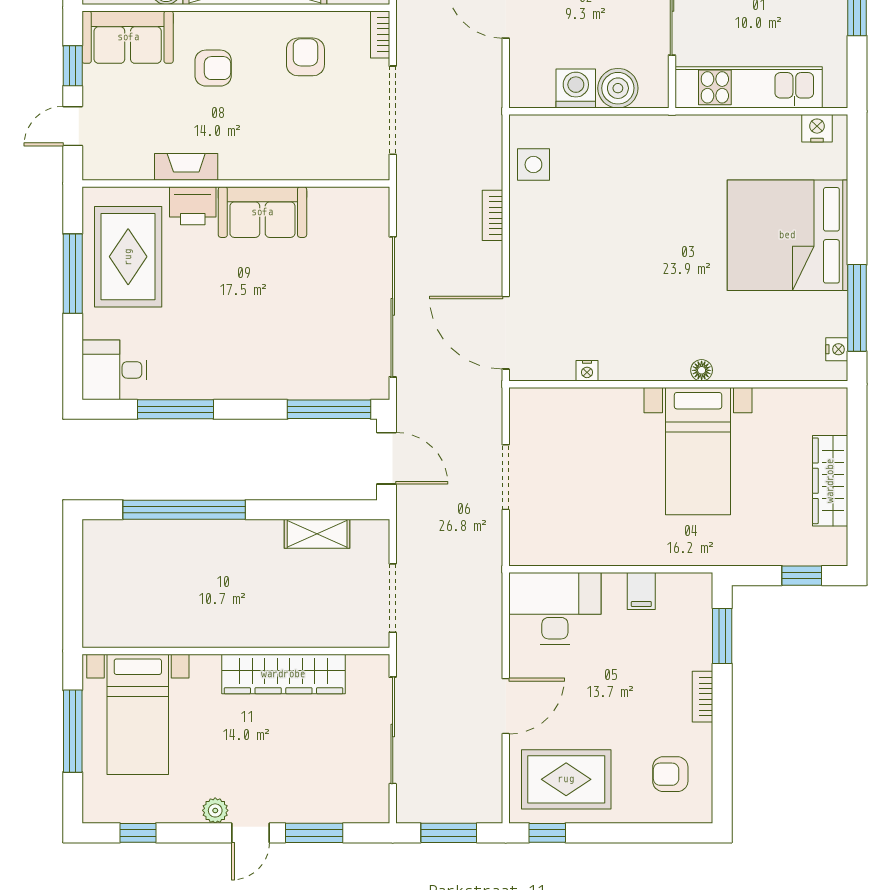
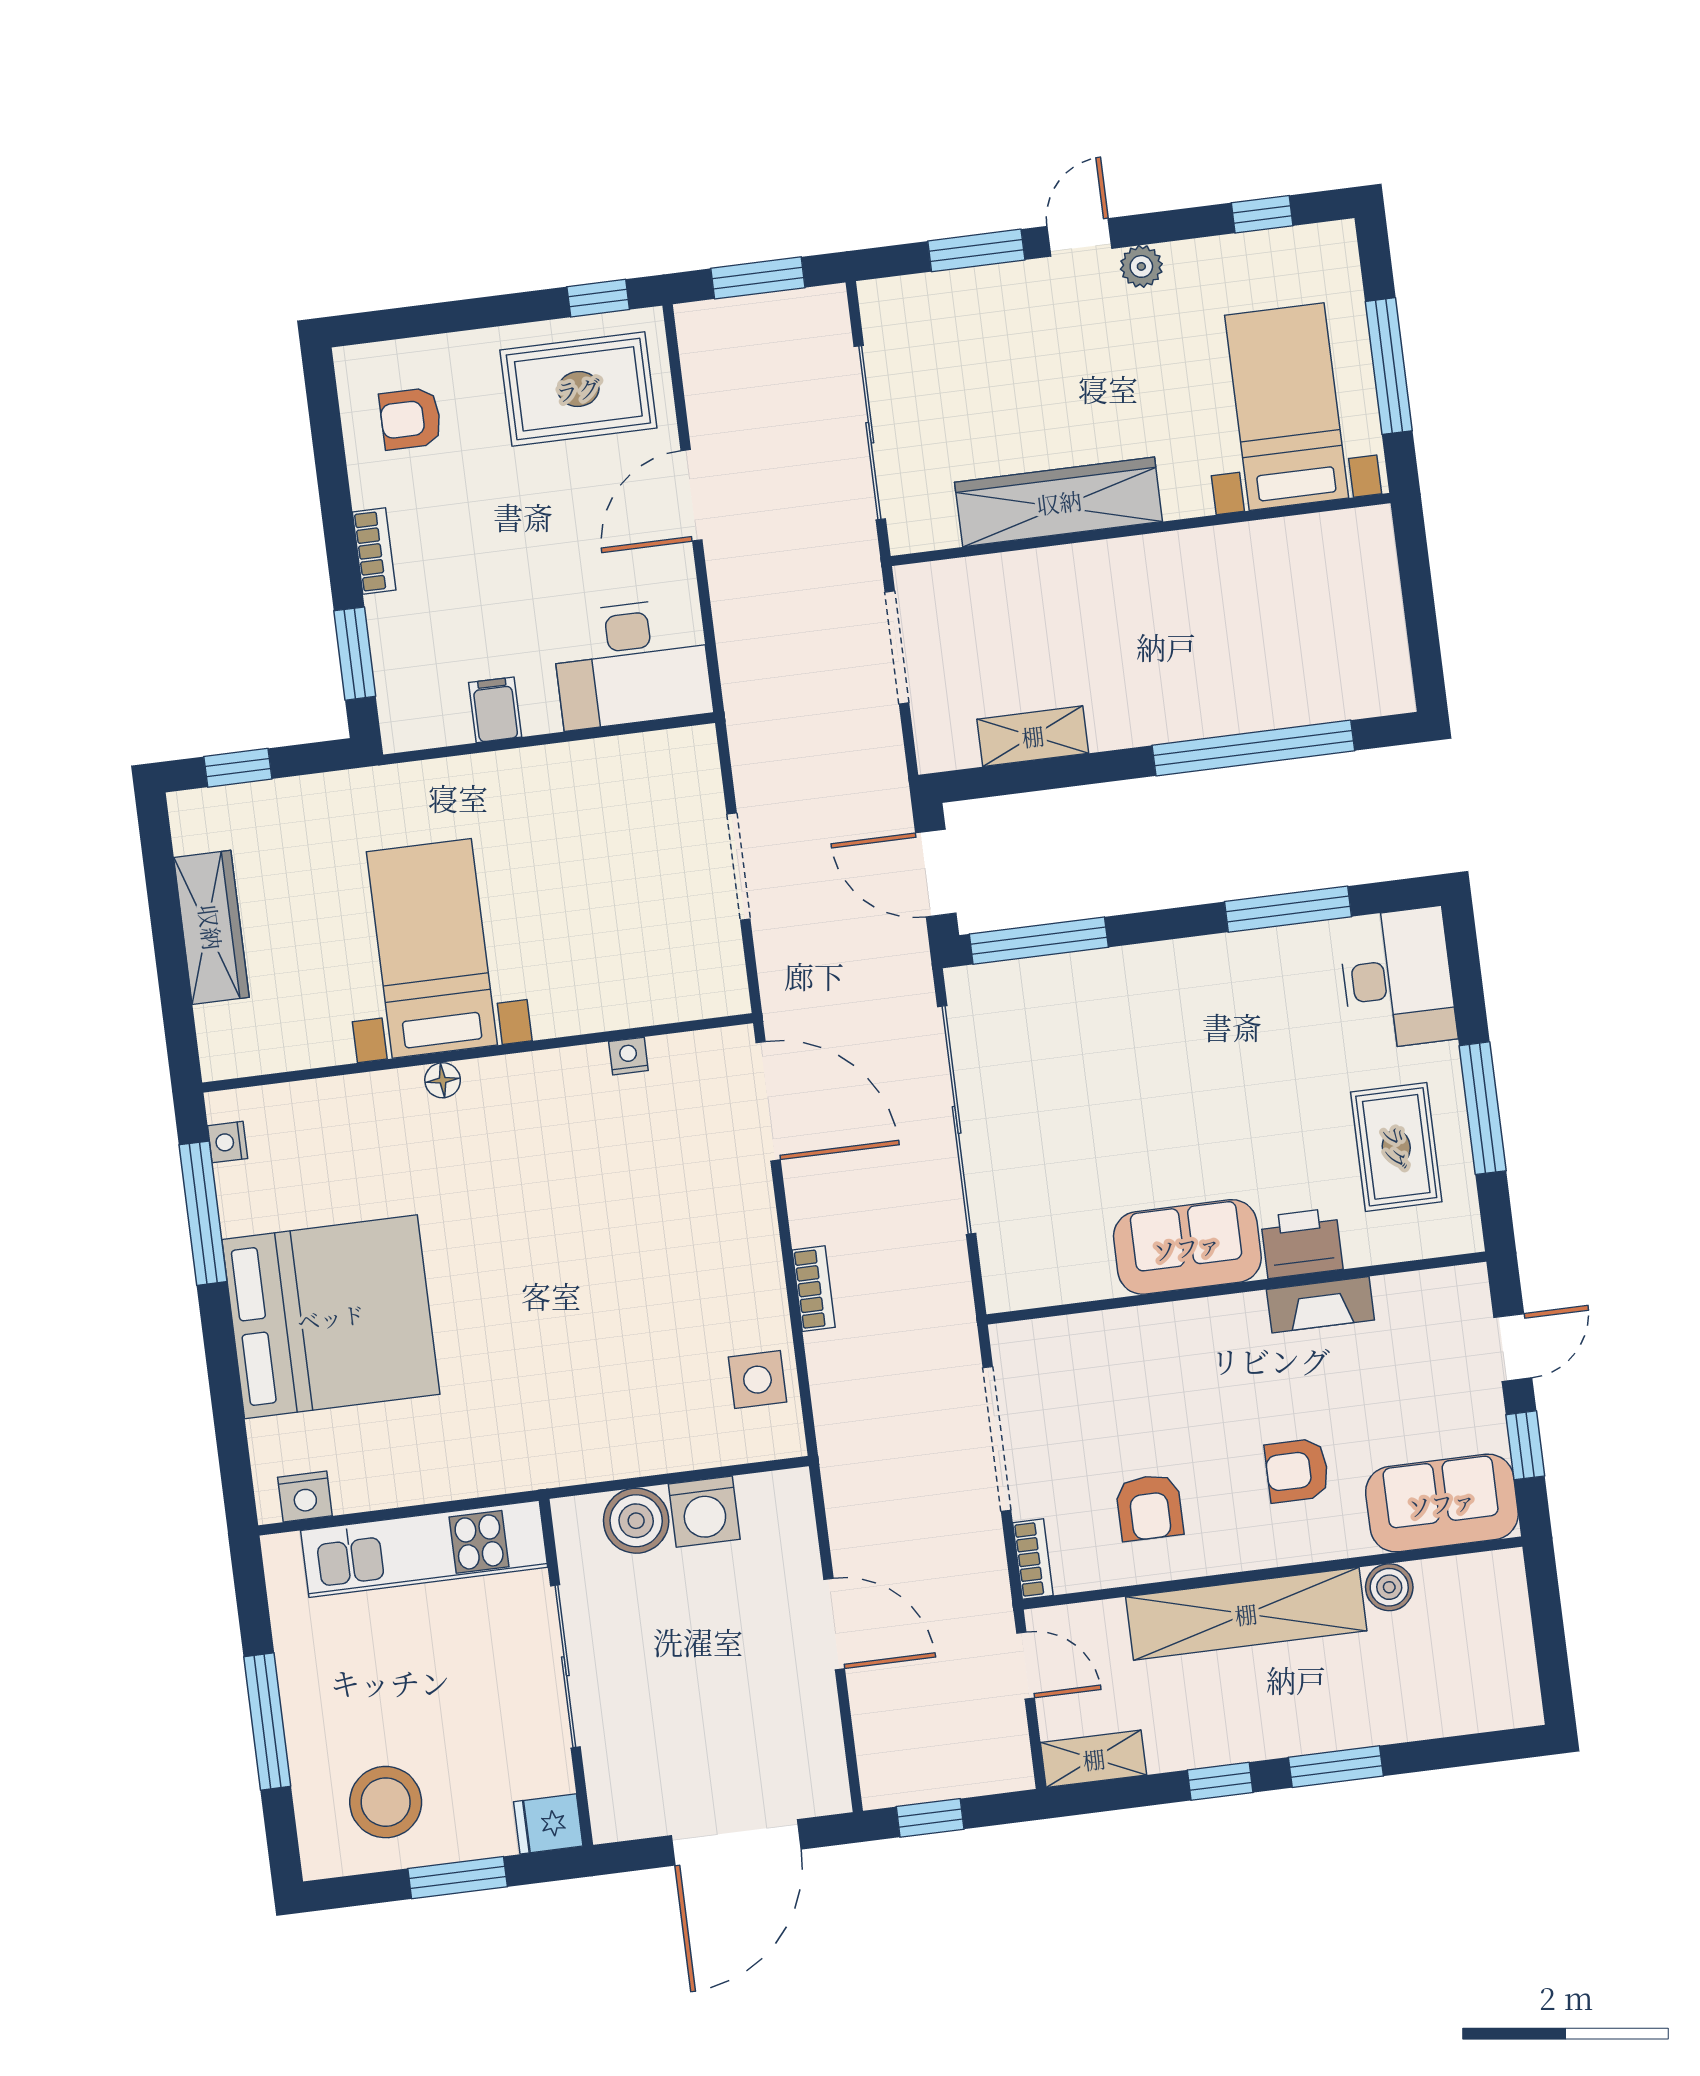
rug: (128, 257) -> (1396, 1147), width x0.73, depth x0.70
desk: (114, 370) -> (1397, 979), width x1.37
armchair: (670, 774) -> (411, 419), turned 180

